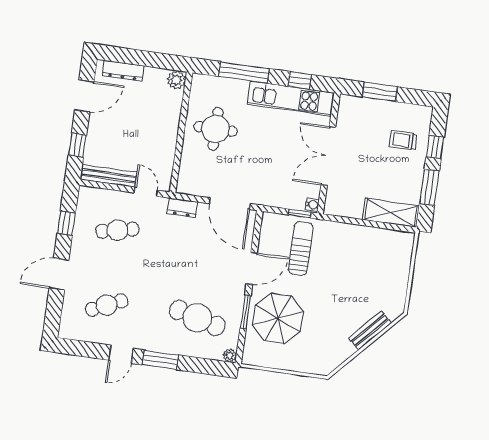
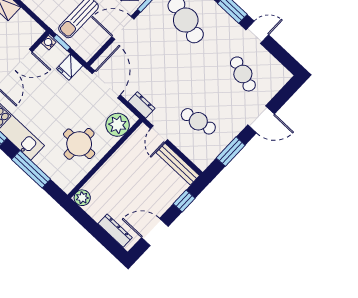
plant: (192, 173) -> (118, 125), added
fridge: (276, 195) -> (70, 67), added
window: (66, 223) -> (231, 152), width x1.50
cafe table: (107, 305) -> (243, 74), turned 42

